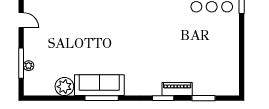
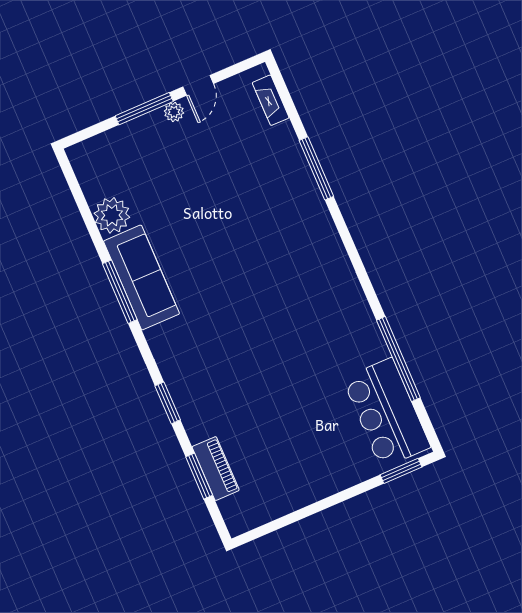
window: (21, 63) -> (144, 109), moved
plant: (29, 66) -> (174, 112), moved
piano: (177, 89) -> (216, 469), moved

